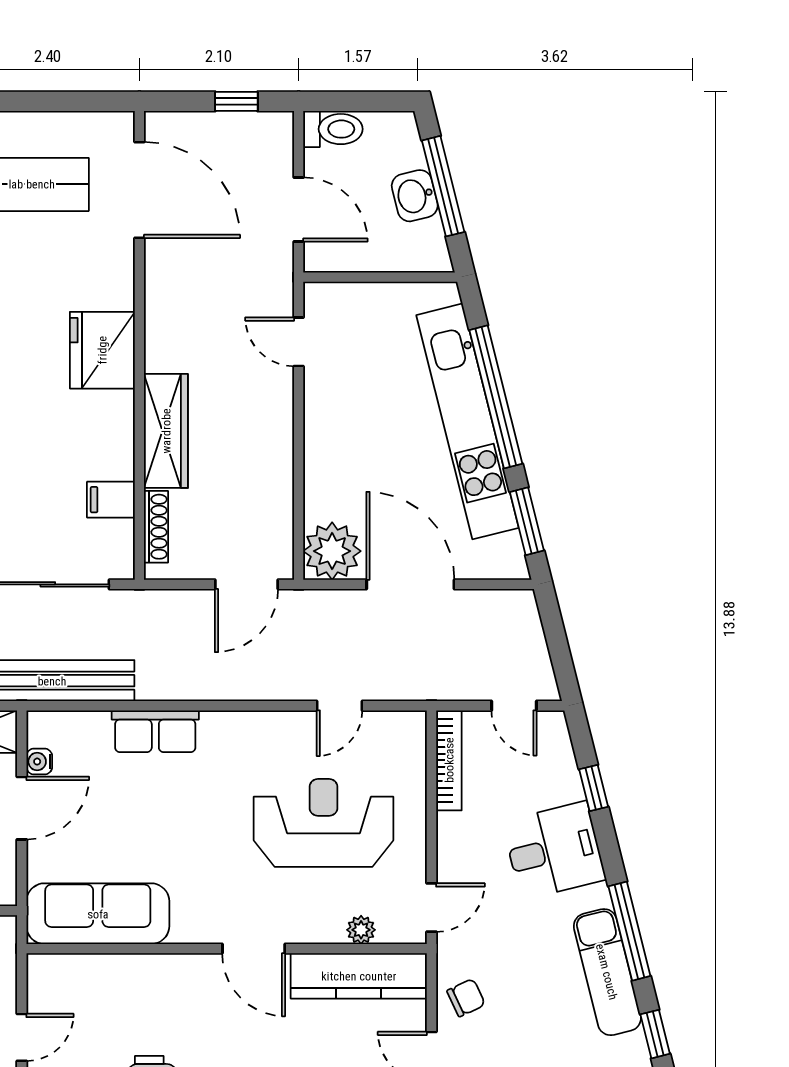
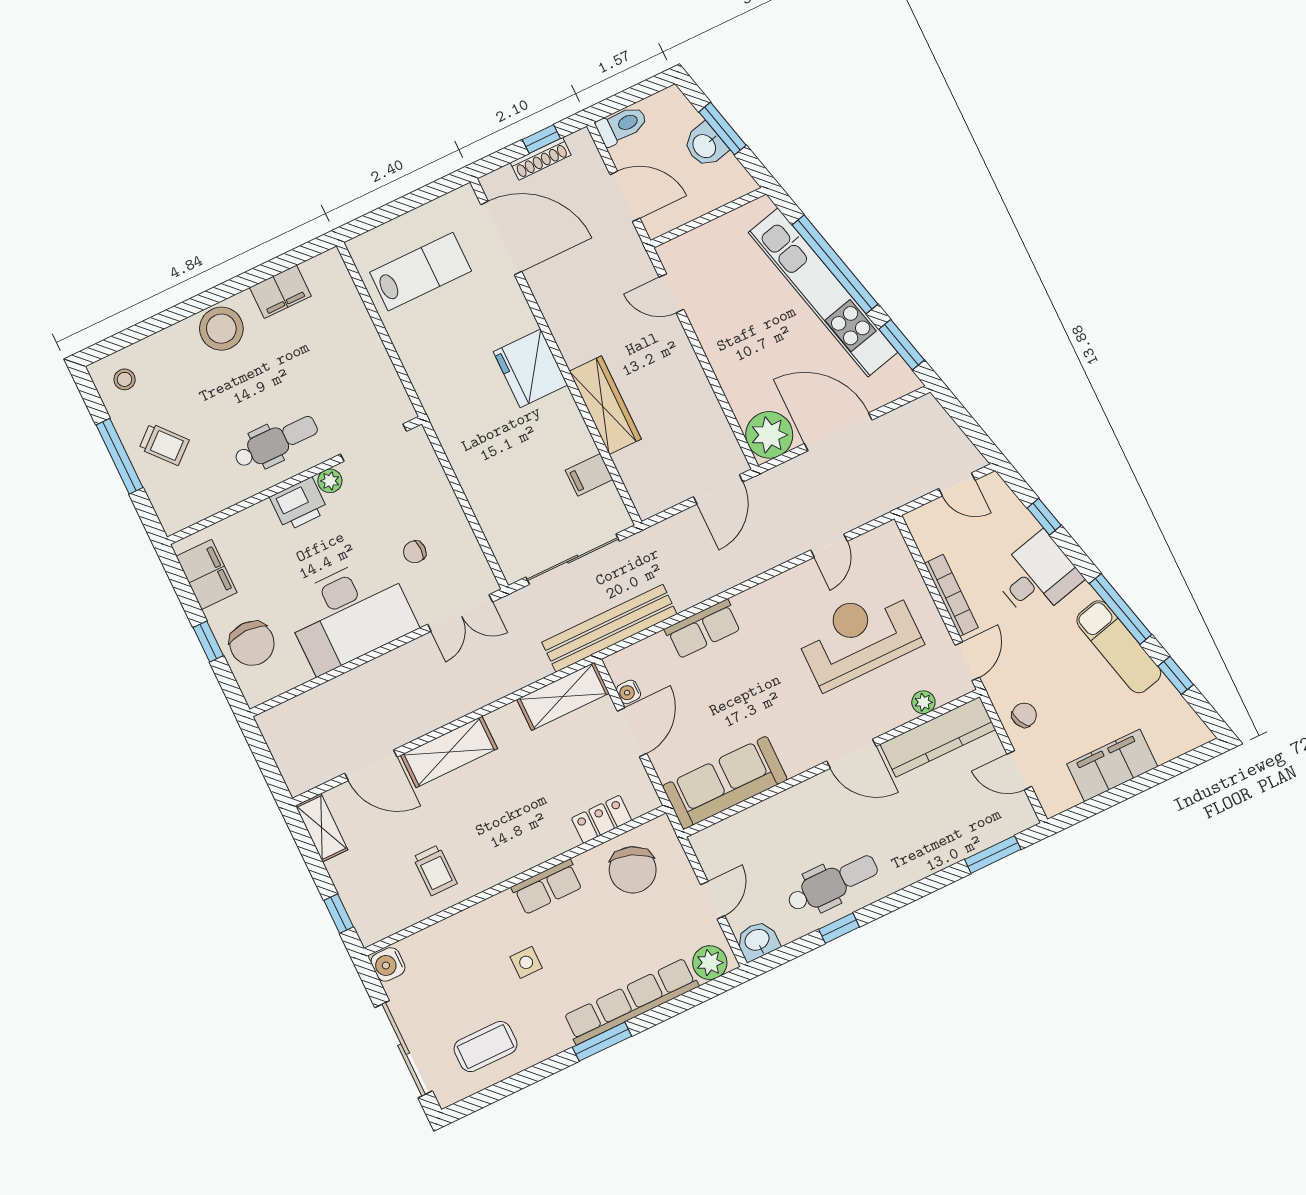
window: (443, 186) -> (722, 129), width x0.69
shoe rack: (156, 527) -> (541, 159), moved, turned 90
bookcase: (449, 760) -> (951, 595), moved

